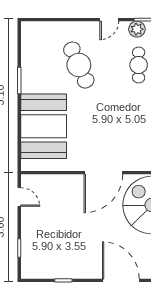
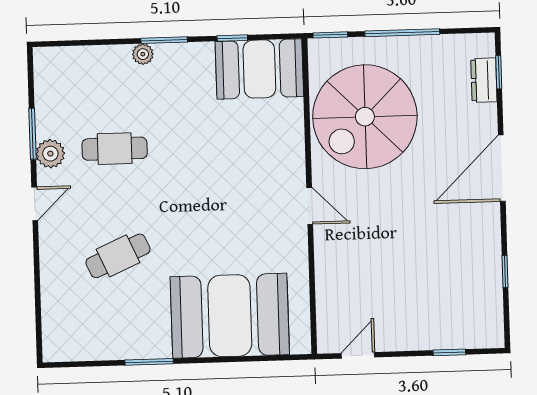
door: (109, 20) -> (35, 204), hinge flipped
cafe table: (79, 65) -> (118, 256), width x0.73, depth x0.74
door: (103, 173) -> (310, 206), width x0.53

